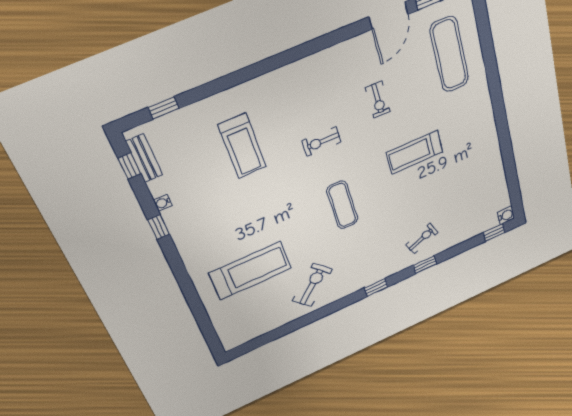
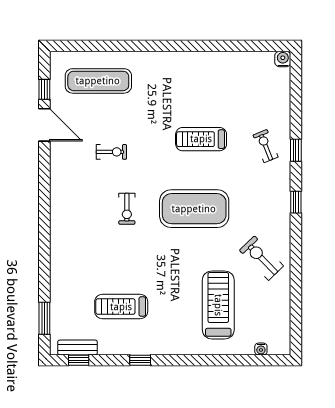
window: (163, 108) -> (44, 318), width x1.50
treadmill: (242, 146) -> (121, 307), moved, turned 180
treadmill: (415, 152) -> (201, 139), moved, turned 90
water cooler: (163, 203) -> (261, 349), moved
exercise mat: (342, 205) -> (194, 209), width x2.00, depth x1.45
window: (494, 233) -> (296, 75), removed

